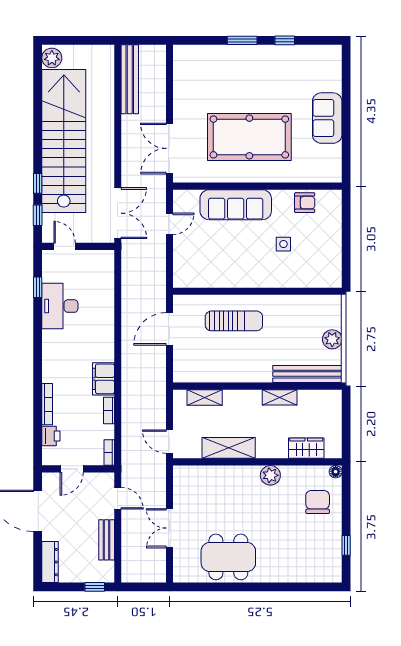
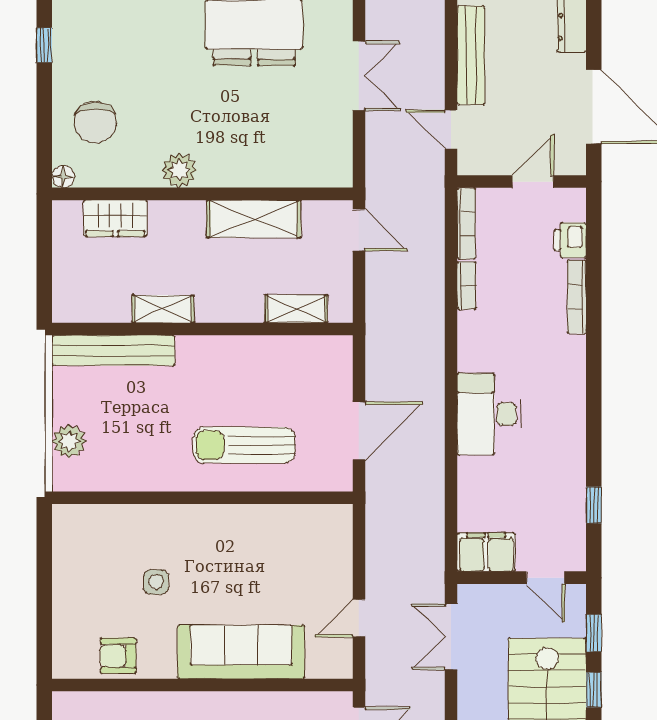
double door: (118, 213) -> (451, 637), width x0.73
desk: (60, 306) -> (489, 414), moved, turned 180
plant: (332, 339) -> (69, 441), moved
filing cabinet: (103, 379) -> (486, 552), moved, turned -90
bookcase: (109, 453) -> (466, 223), width x1.56
bench: (107, 540) -> (471, 55), width x1.36

